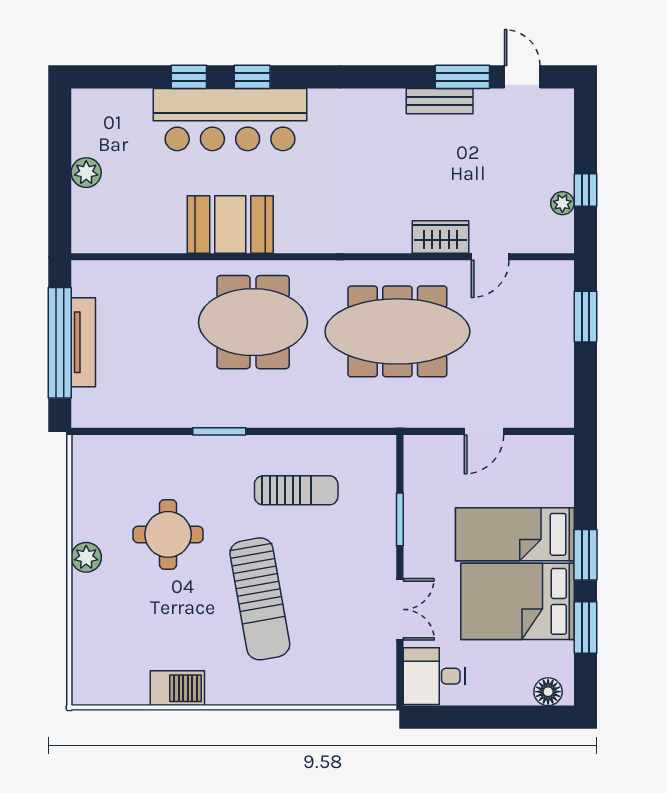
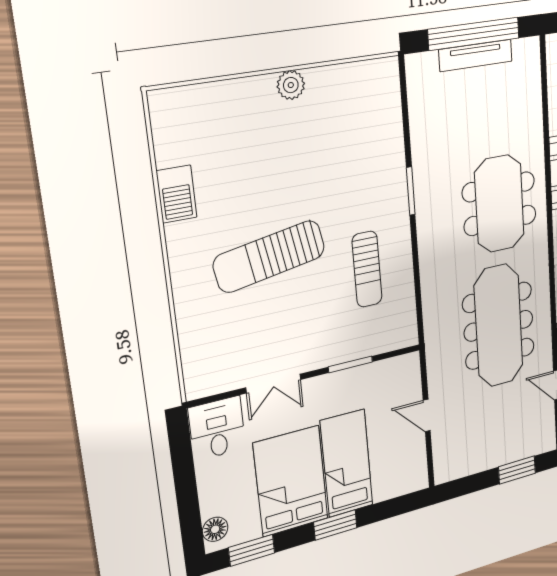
round table: (168, 534) -> (319, 160), removed
window: (585, 627) -> (252, 550), moved

